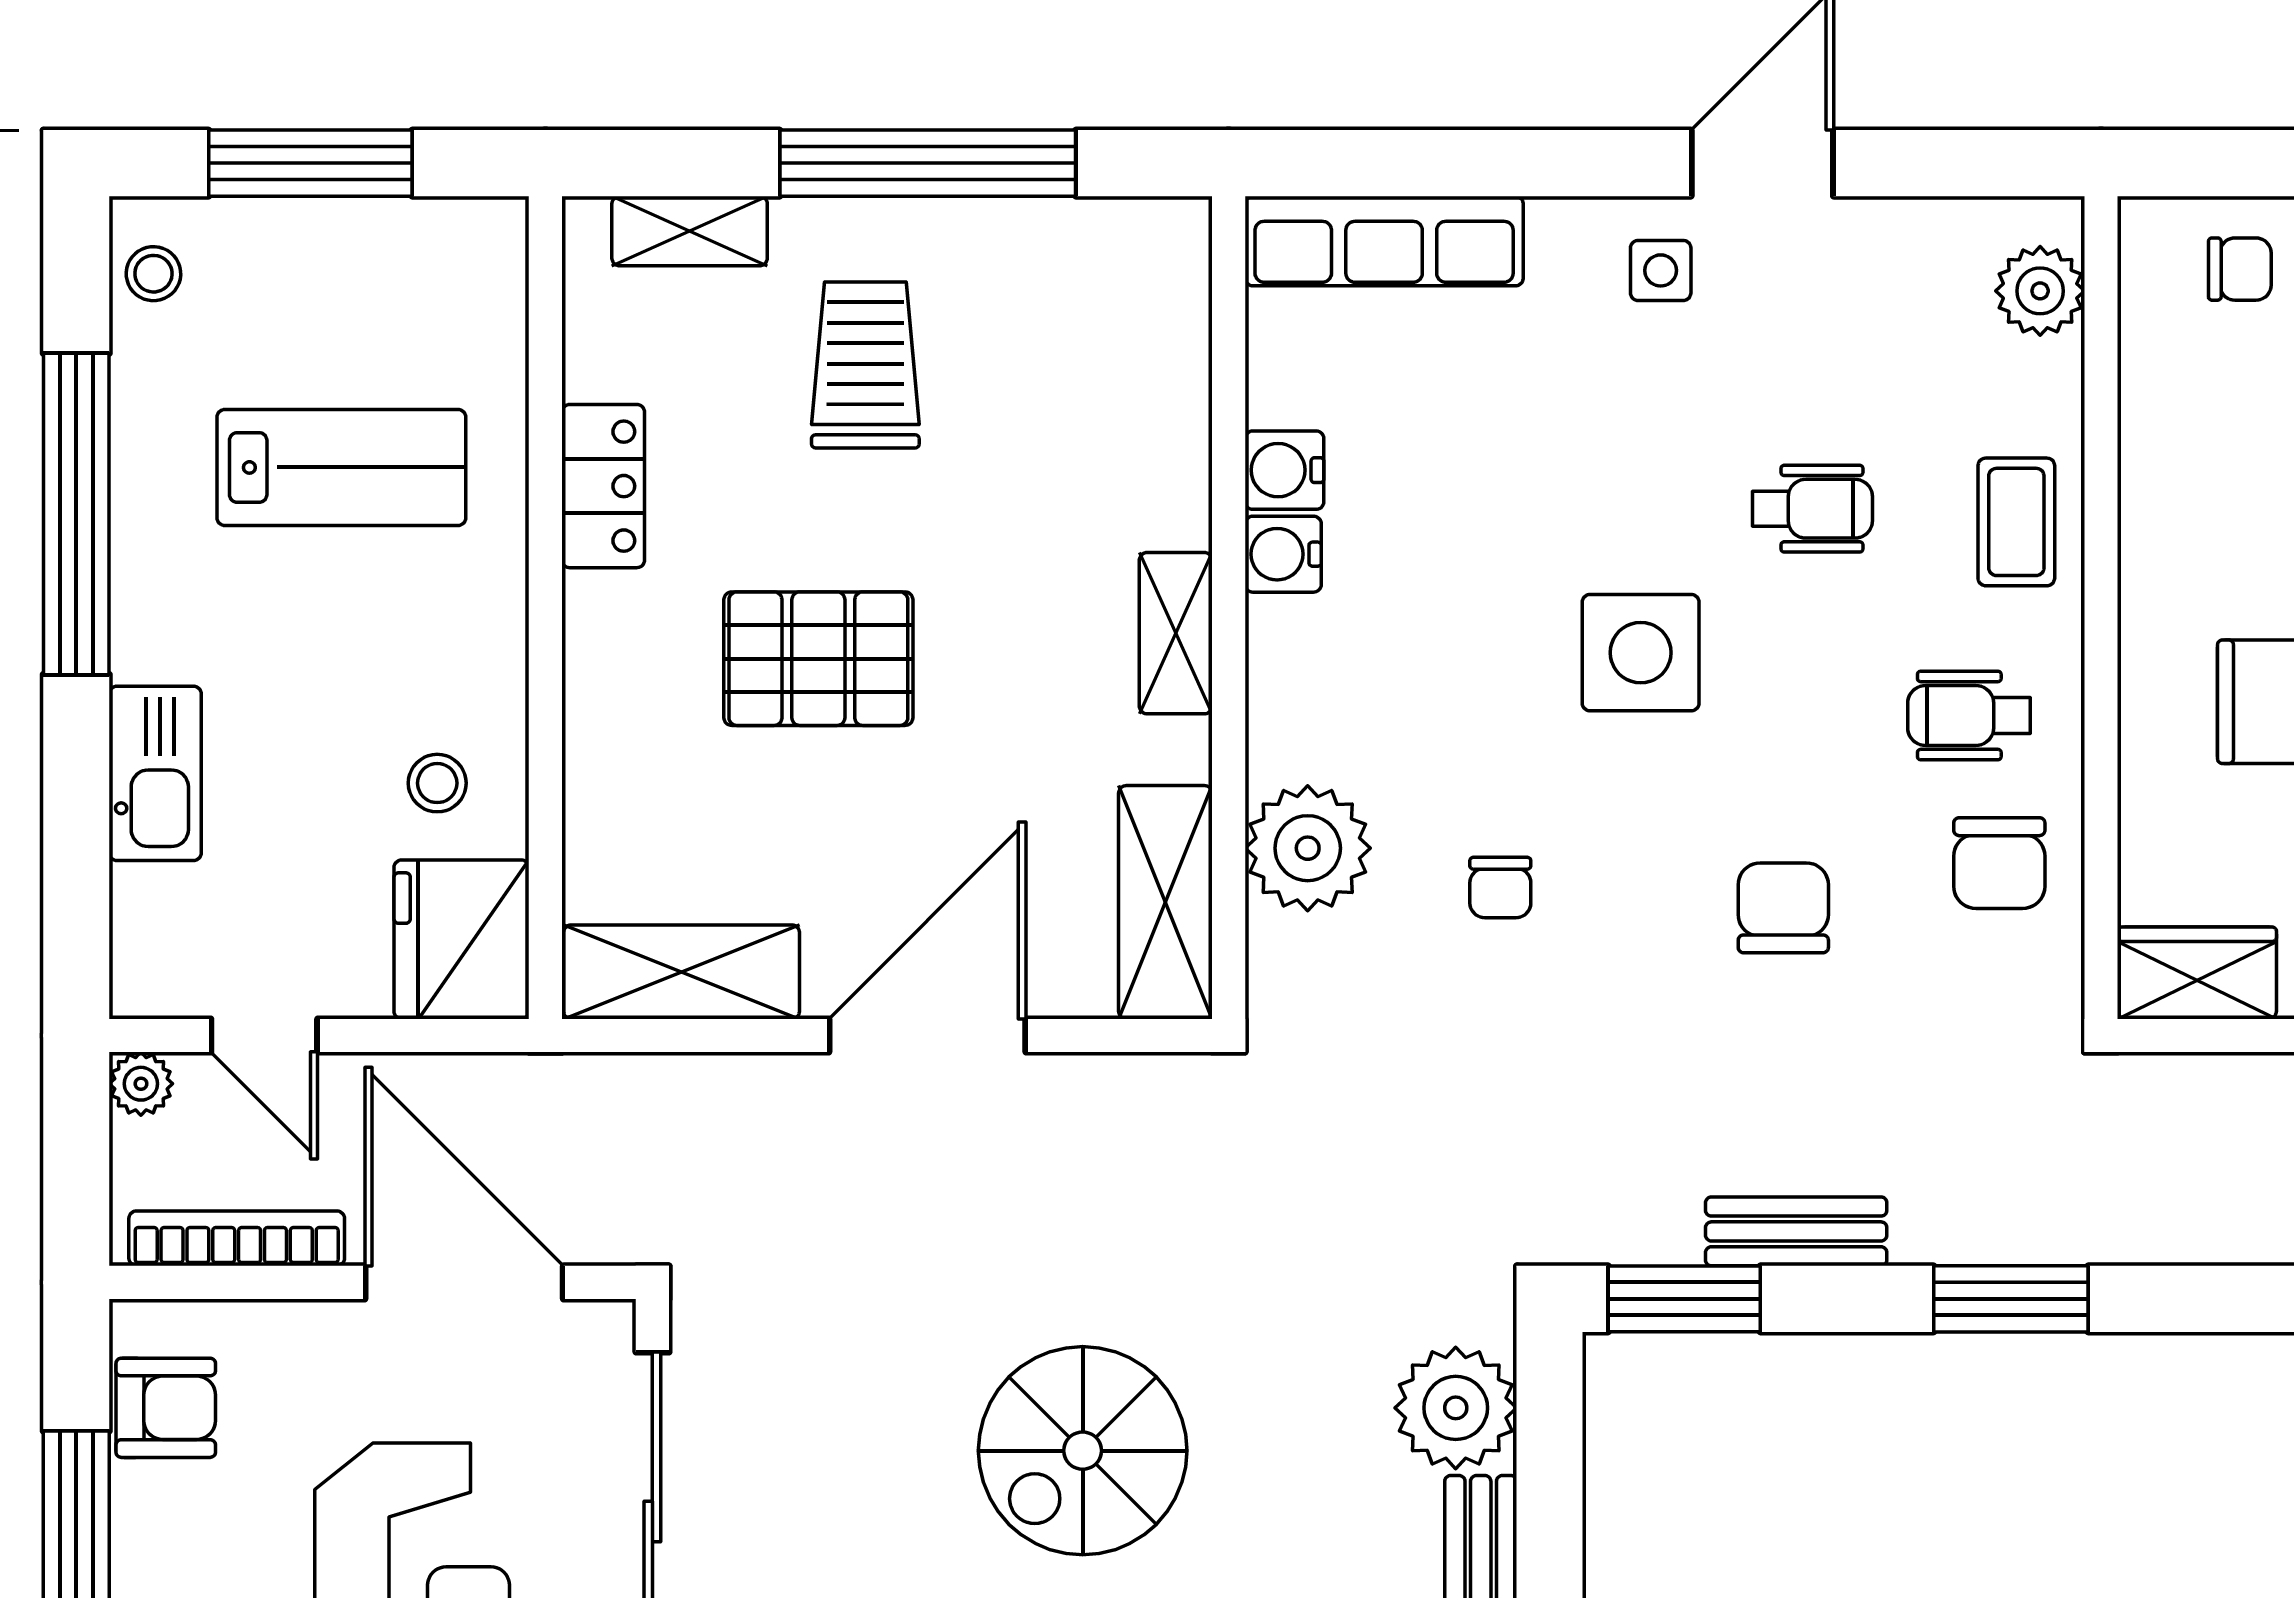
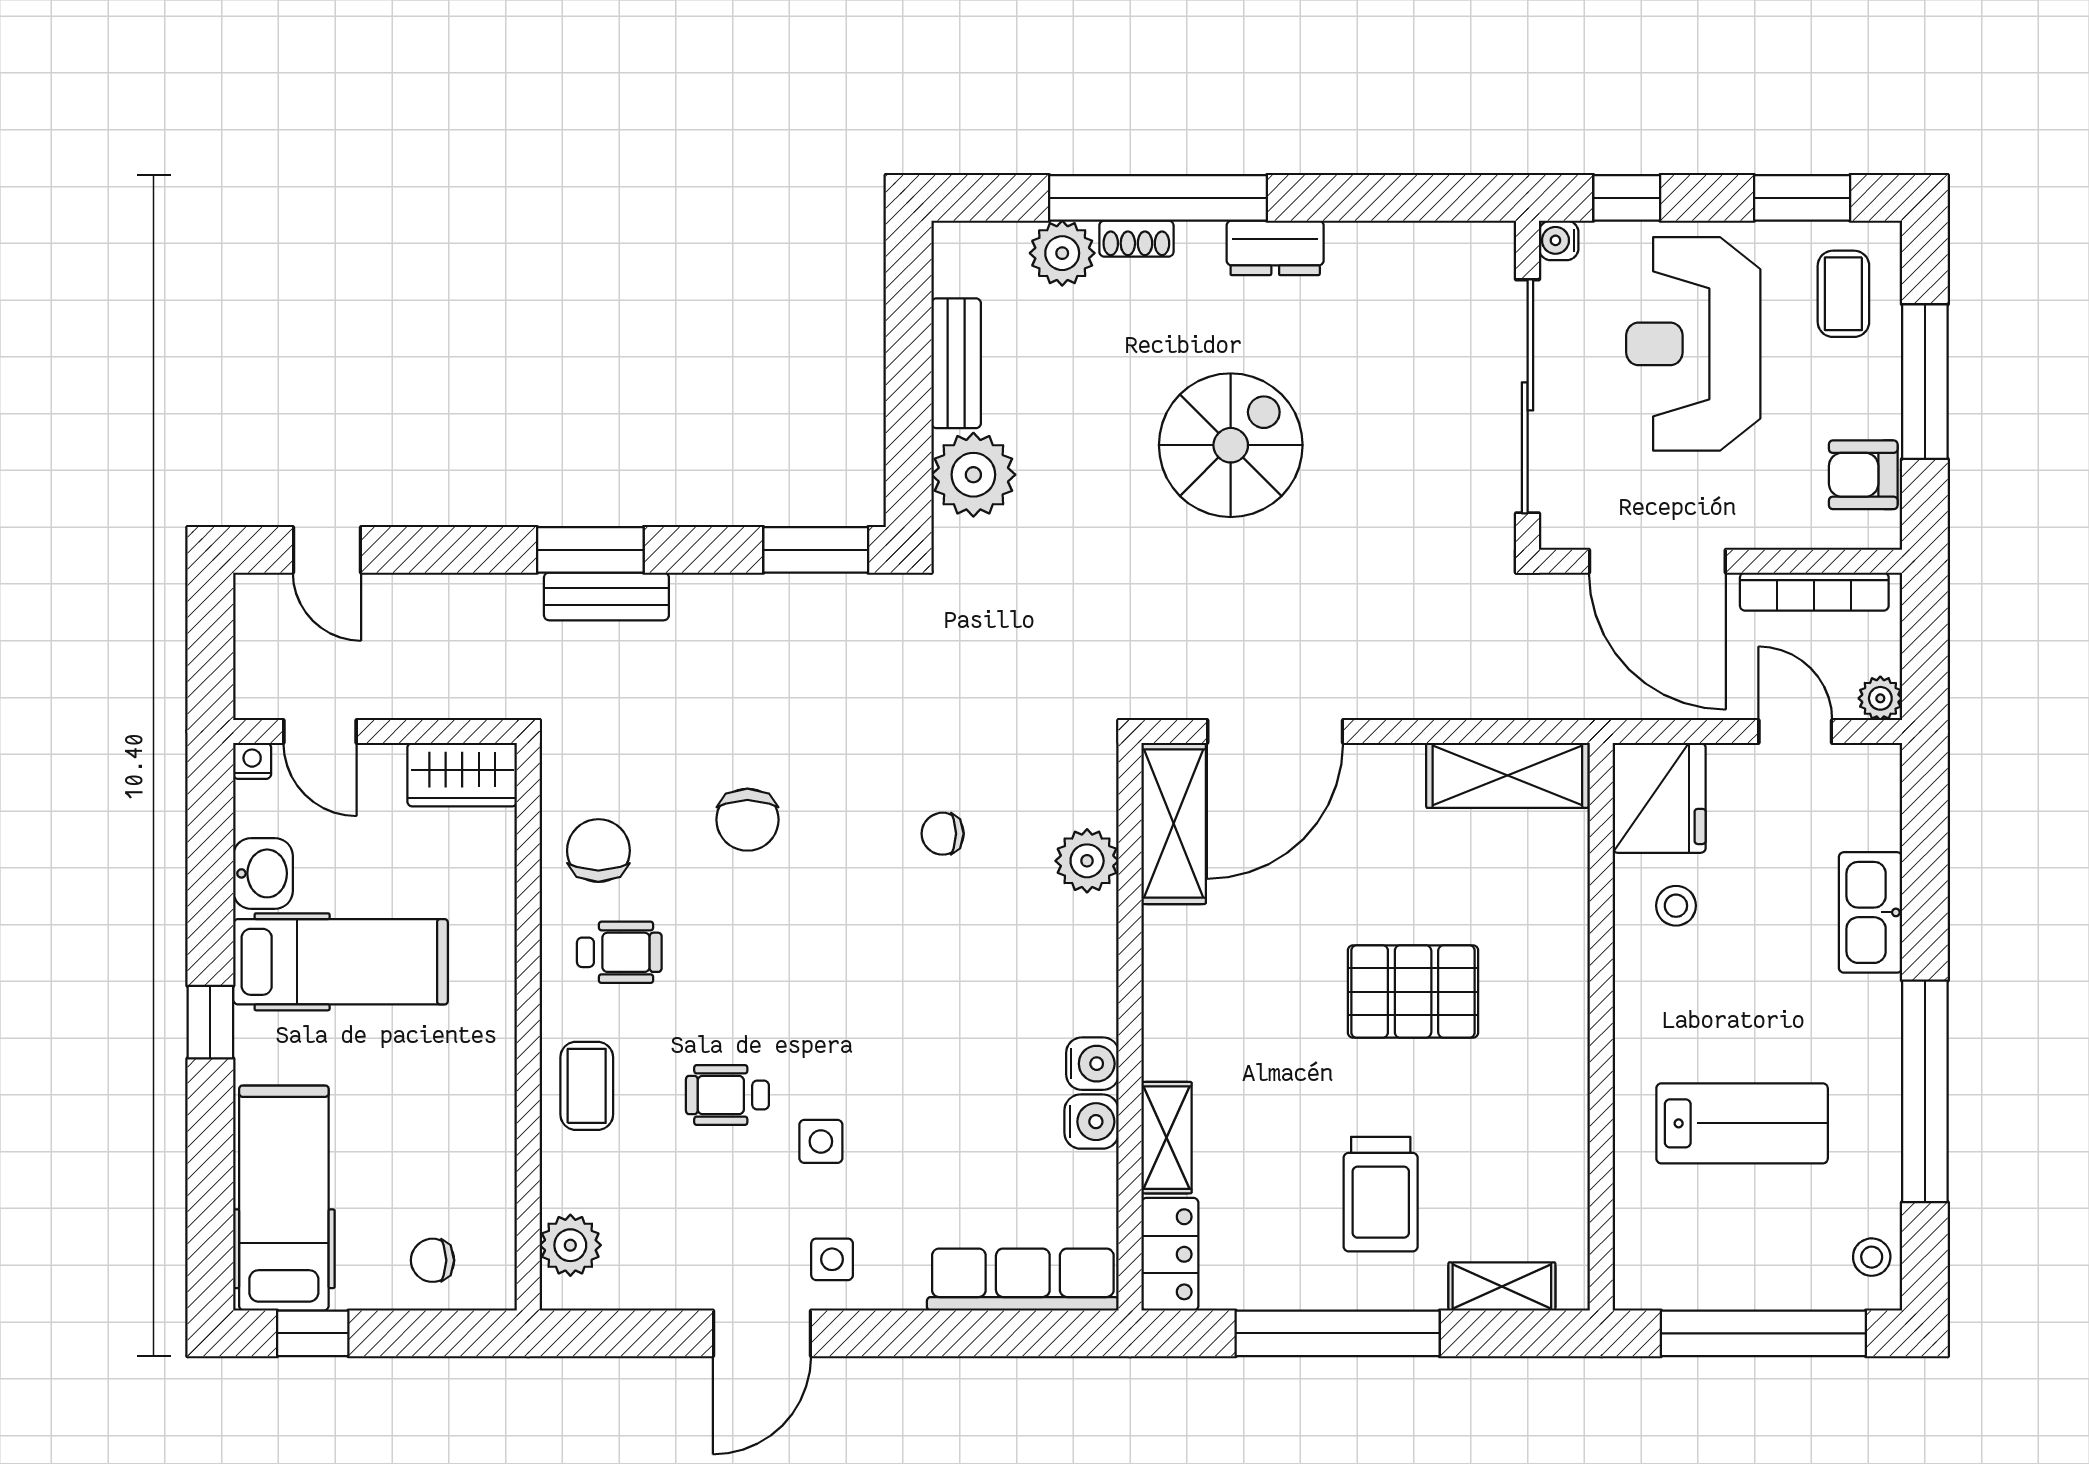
window: (310, 163) -> (1763, 1333), width x1.46
lab bench: (341, 467) -> (1742, 1123), turned 180
locker: (603, 486) -> (1170, 1254), moved, turned 180
shelving: (1176, 633) -> (1167, 1138), moved
side table: (1641, 653) -> (821, 1141), moved, width x0.54, depth x0.54
plant: (1308, 848) -> (1087, 861), width x0.73, depth x0.73
chair: (1500, 888) -> (943, 834), turned -90
door: (927, 1036) -> (1275, 732), moved
bench: (1796, 1231) -> (606, 596), moved

